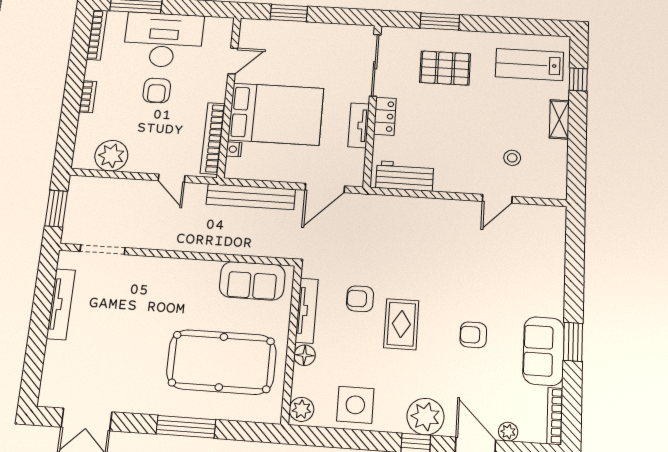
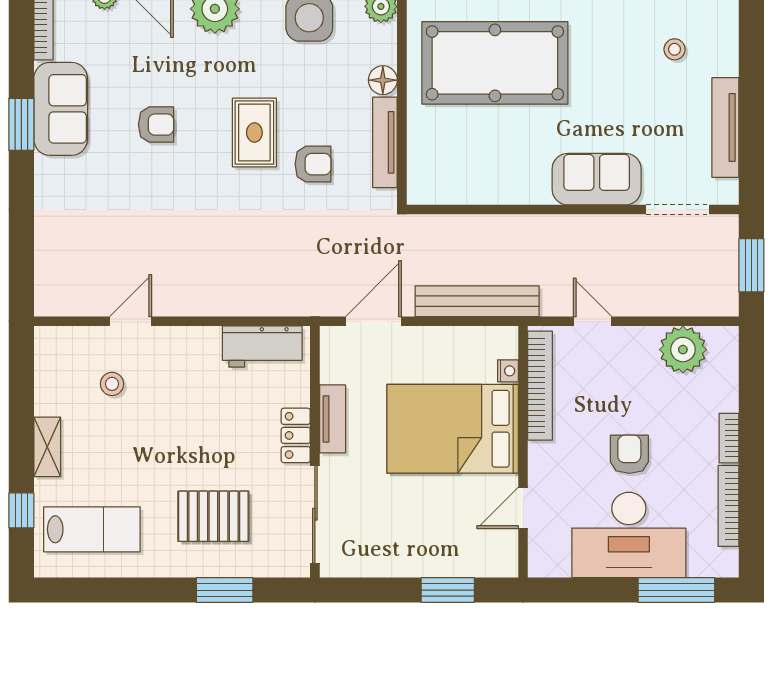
bookcase: (97, 35) -> (729, 506), moved
sofa: (252, 281) -> (597, 179), moved
stool: (90, 362) -> (675, 49), added

